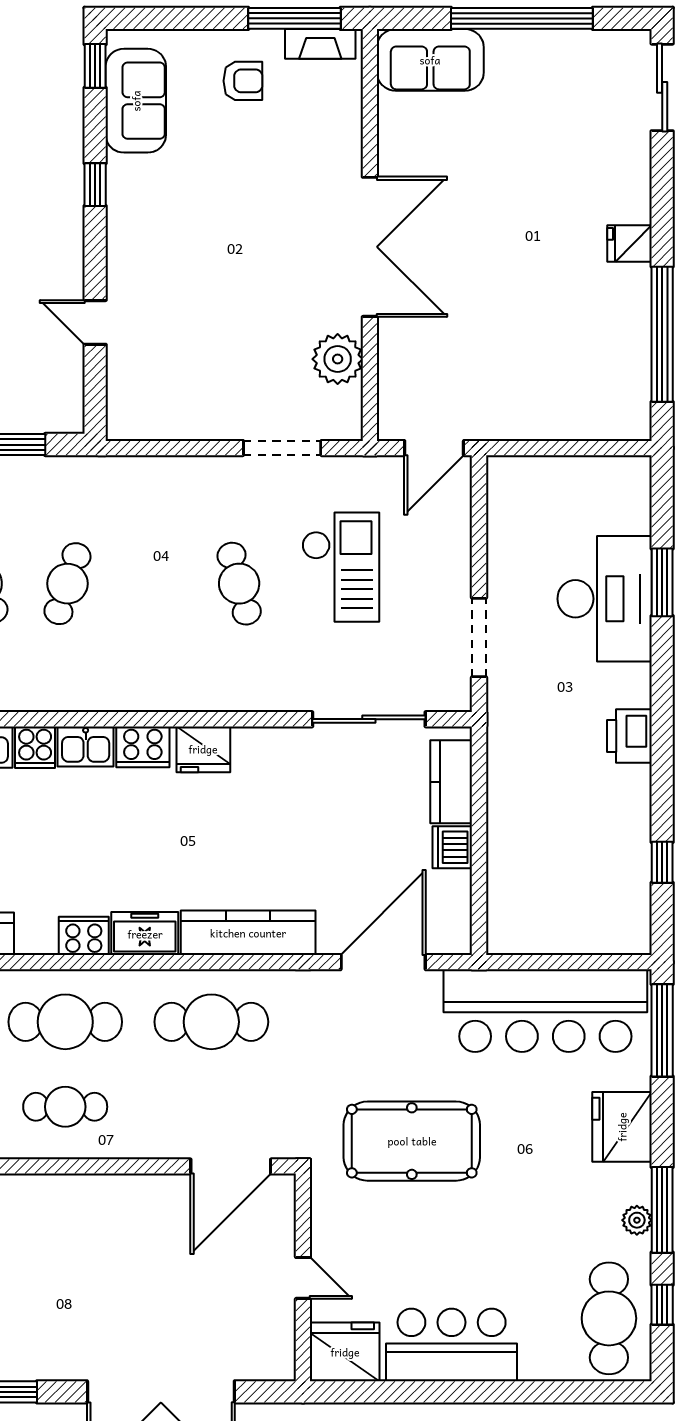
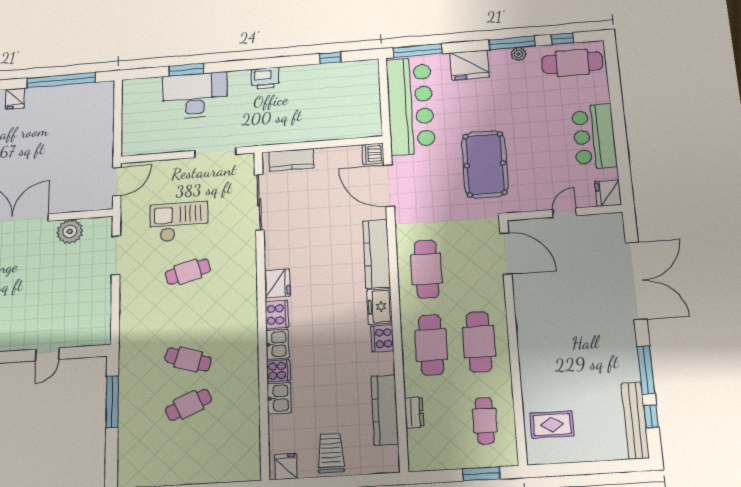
door: (434, 448) -> (117, 181), hinge flipped
dishwasher: (452, 847) -> (373, 154), moved, turned 90
cafe table: (65, 1107) -> (479, 342), width x1.37, depth x1.35
fridge: (345, 1352) -> (608, 193), width x0.73, depth x0.75

